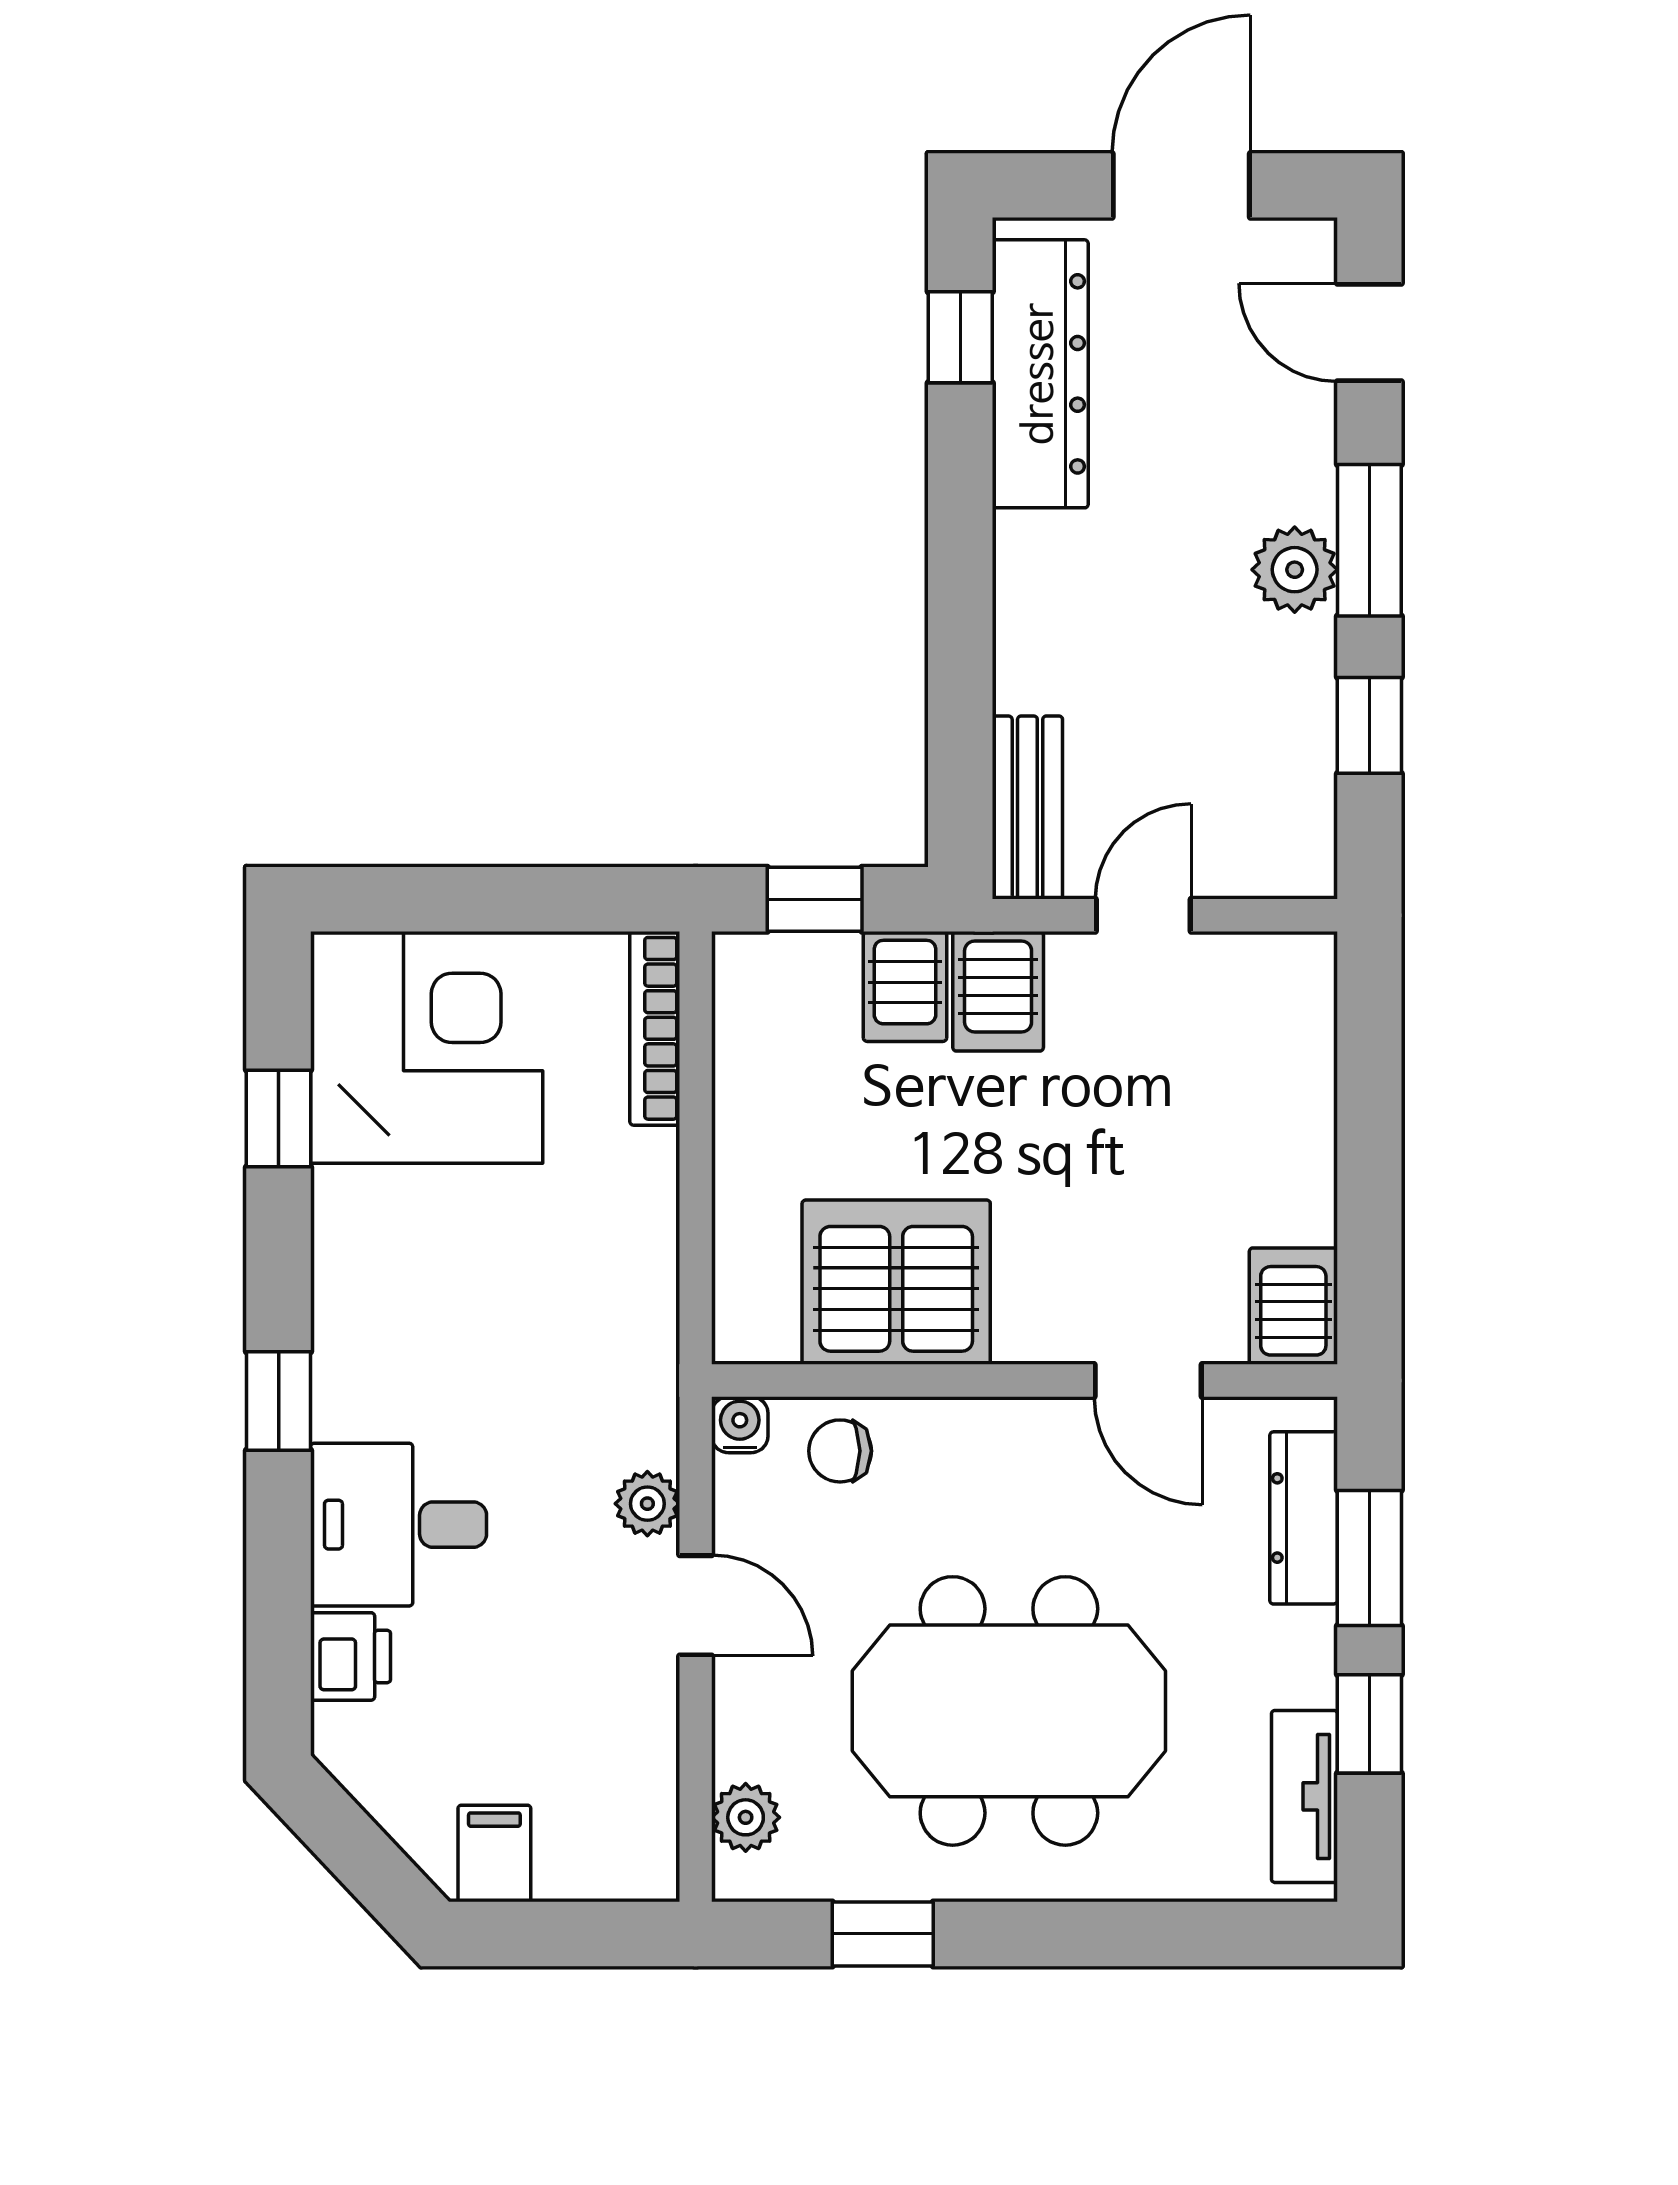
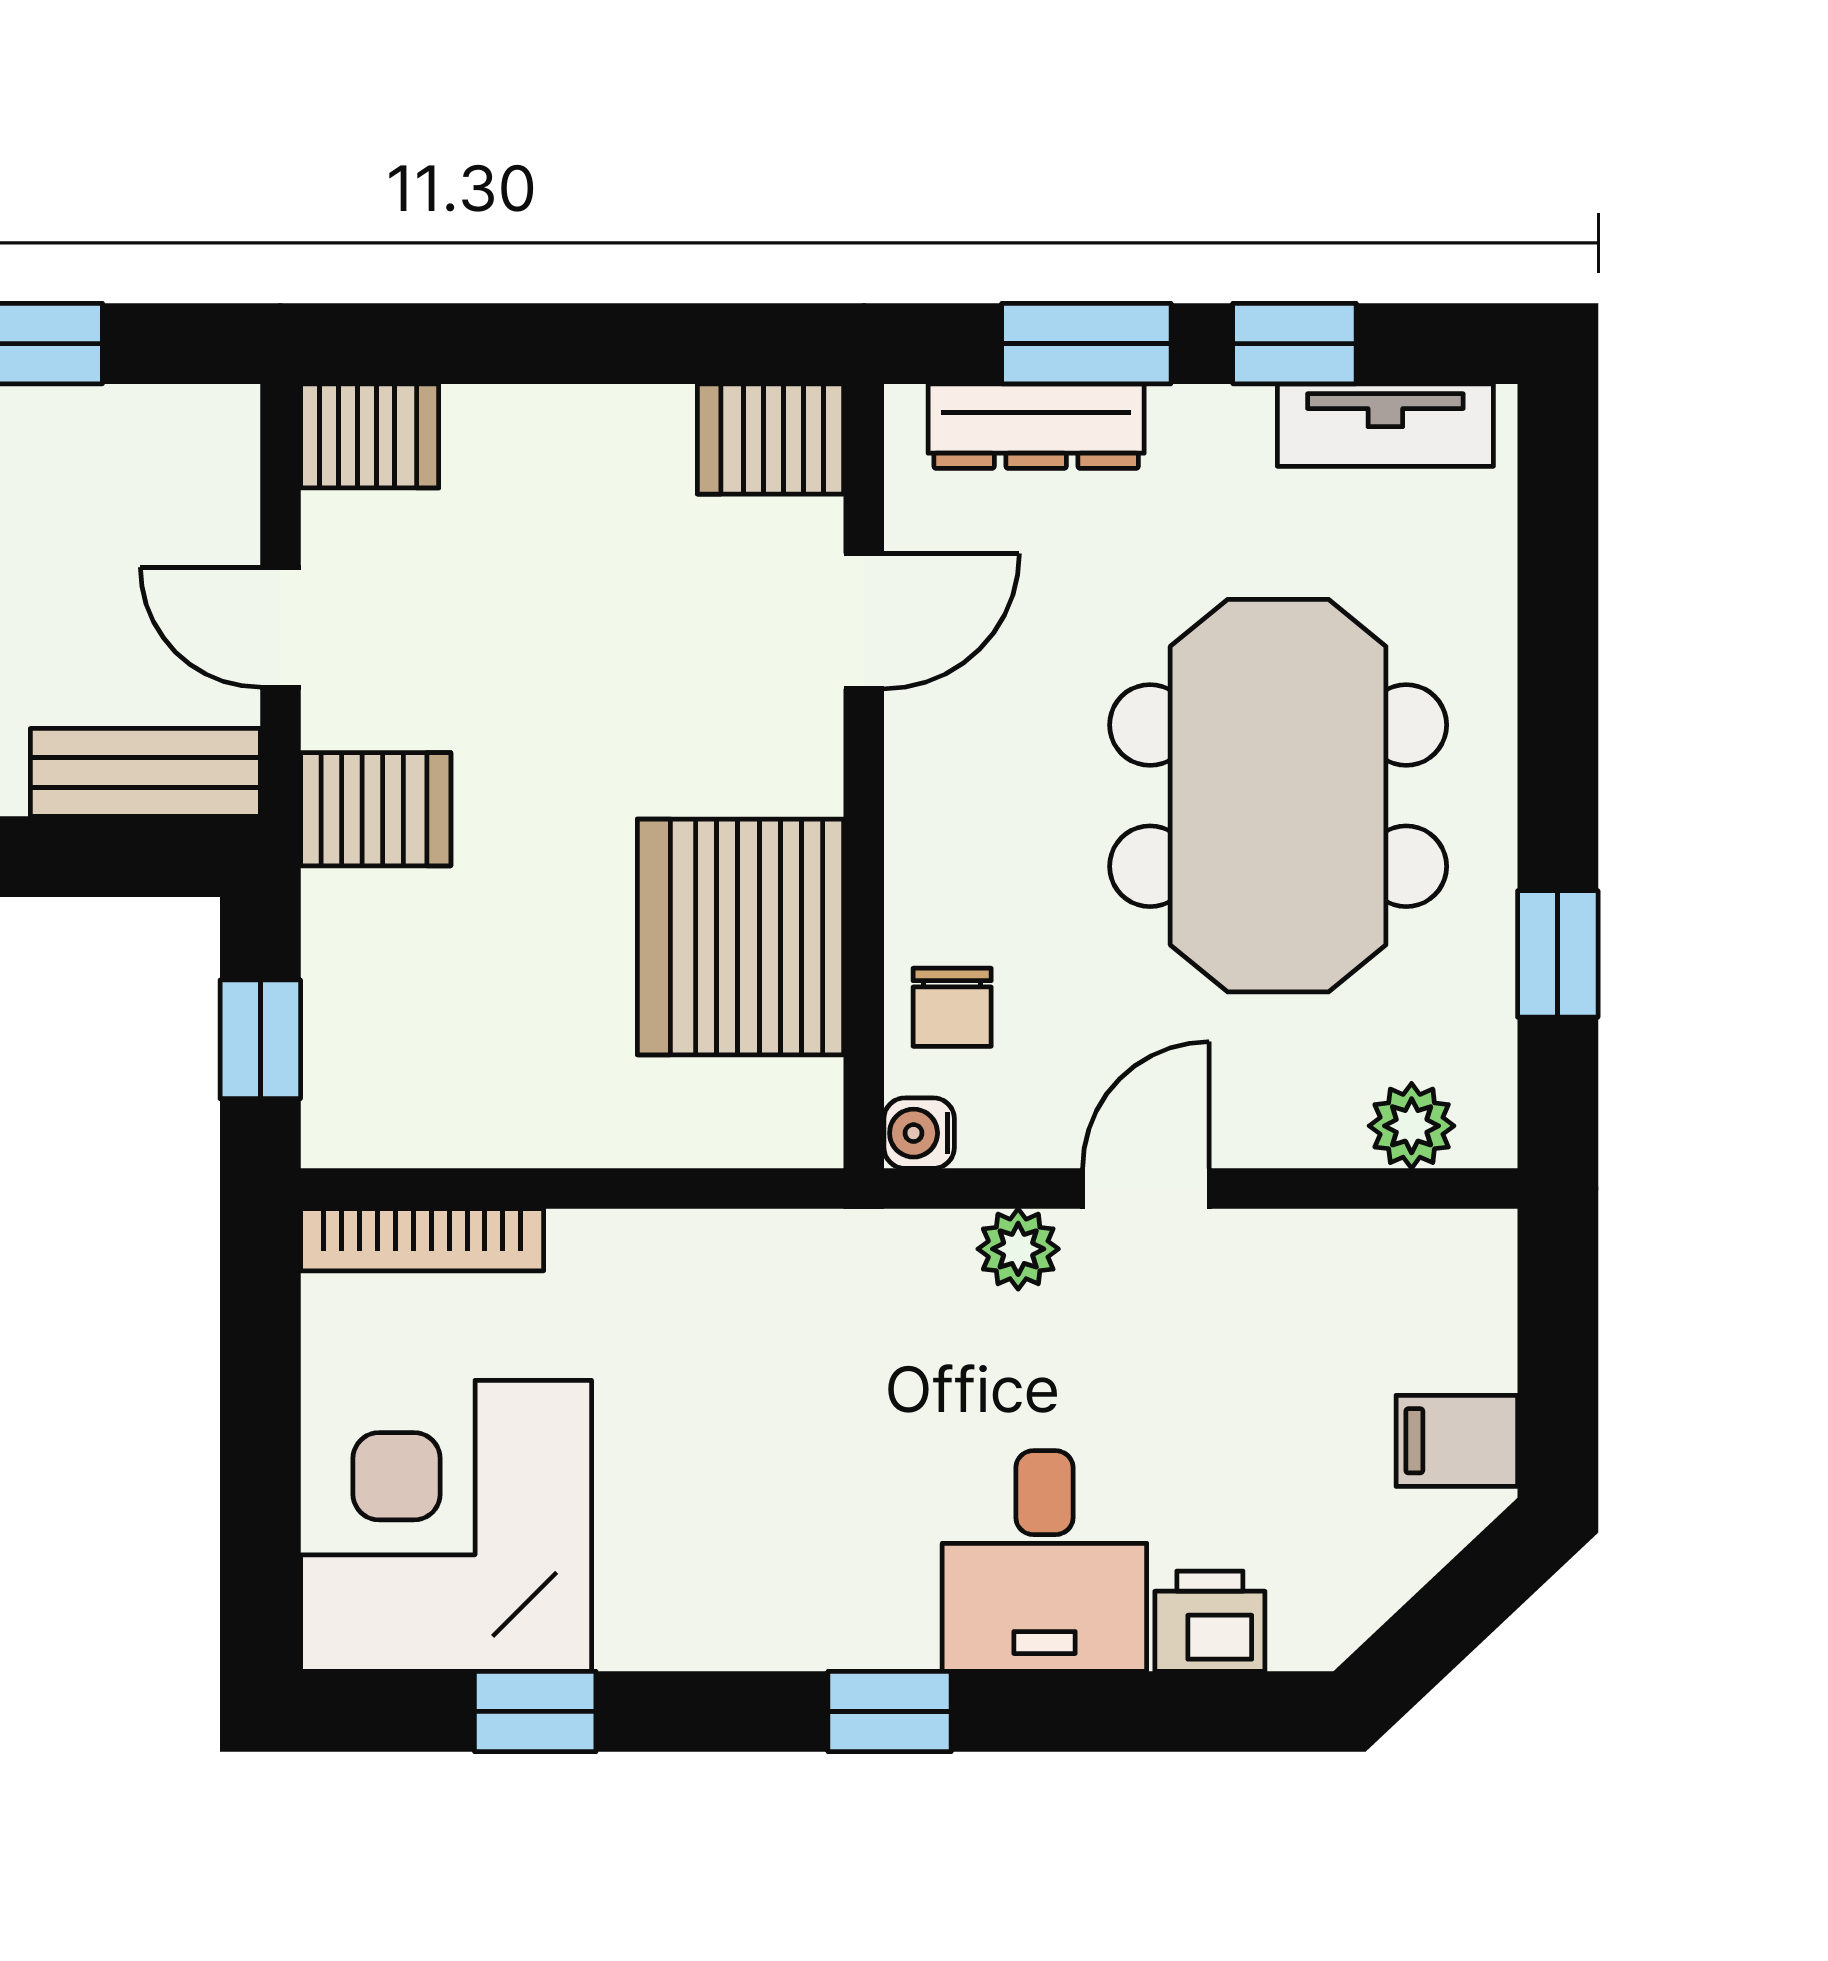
server rack: (905, 986) -> (370, 436), moved

